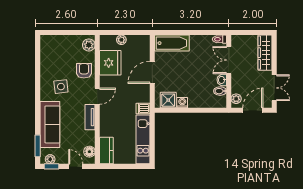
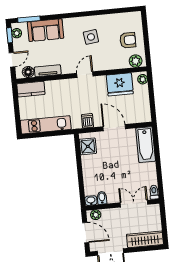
plant: (121, 40) -> (143, 79), moved
armchair: (84, 71) -> (128, 40), moved
washbasin: (222, 80) -> (91, 201), moved
door: (97, 96) -> (85, 75), swing flipped
washing machine: (182, 103) -> (87, 161), removed
dishwasher: (143, 108) -> (88, 121), moved
tv unit: (90, 117) -> (48, 71), moved
sofa: (50, 124) -> (46, 30), width x0.73

